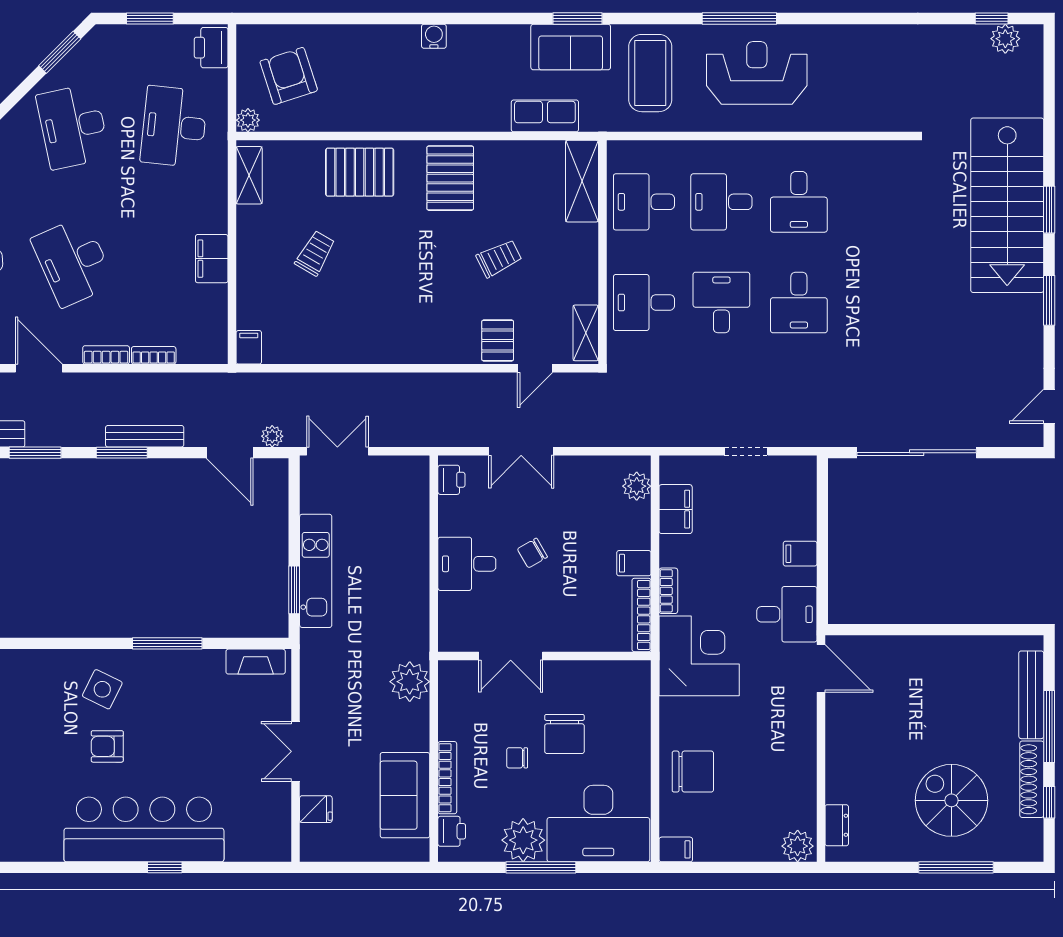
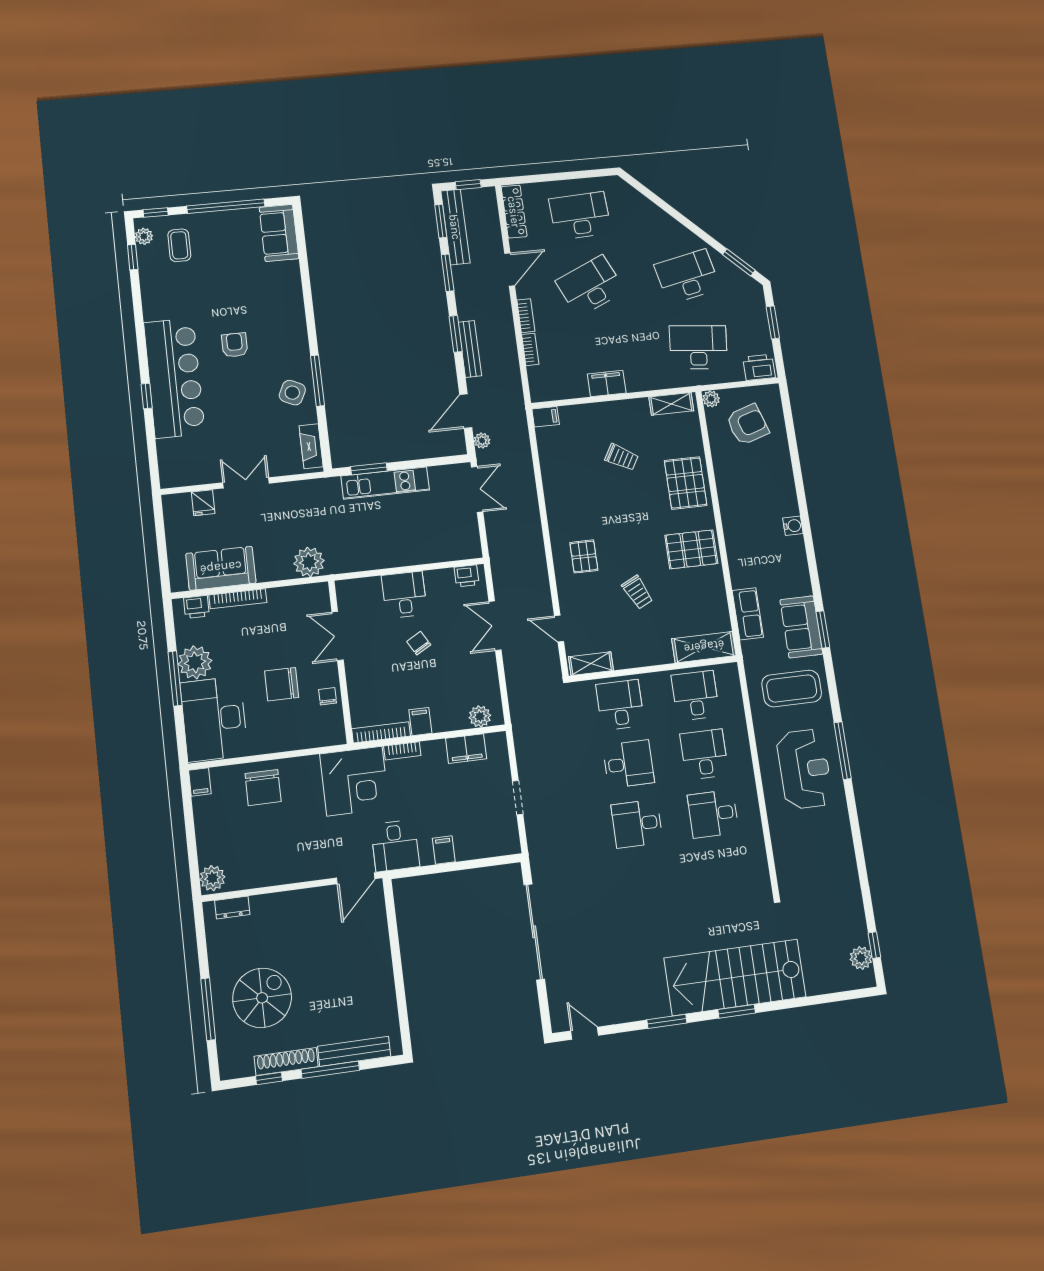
pallet: (498, 341) -> (584, 556), moved, turned 90
side table: (102, 689) -> (292, 393), moved
chair: (517, 758) -> (328, 696), moved

